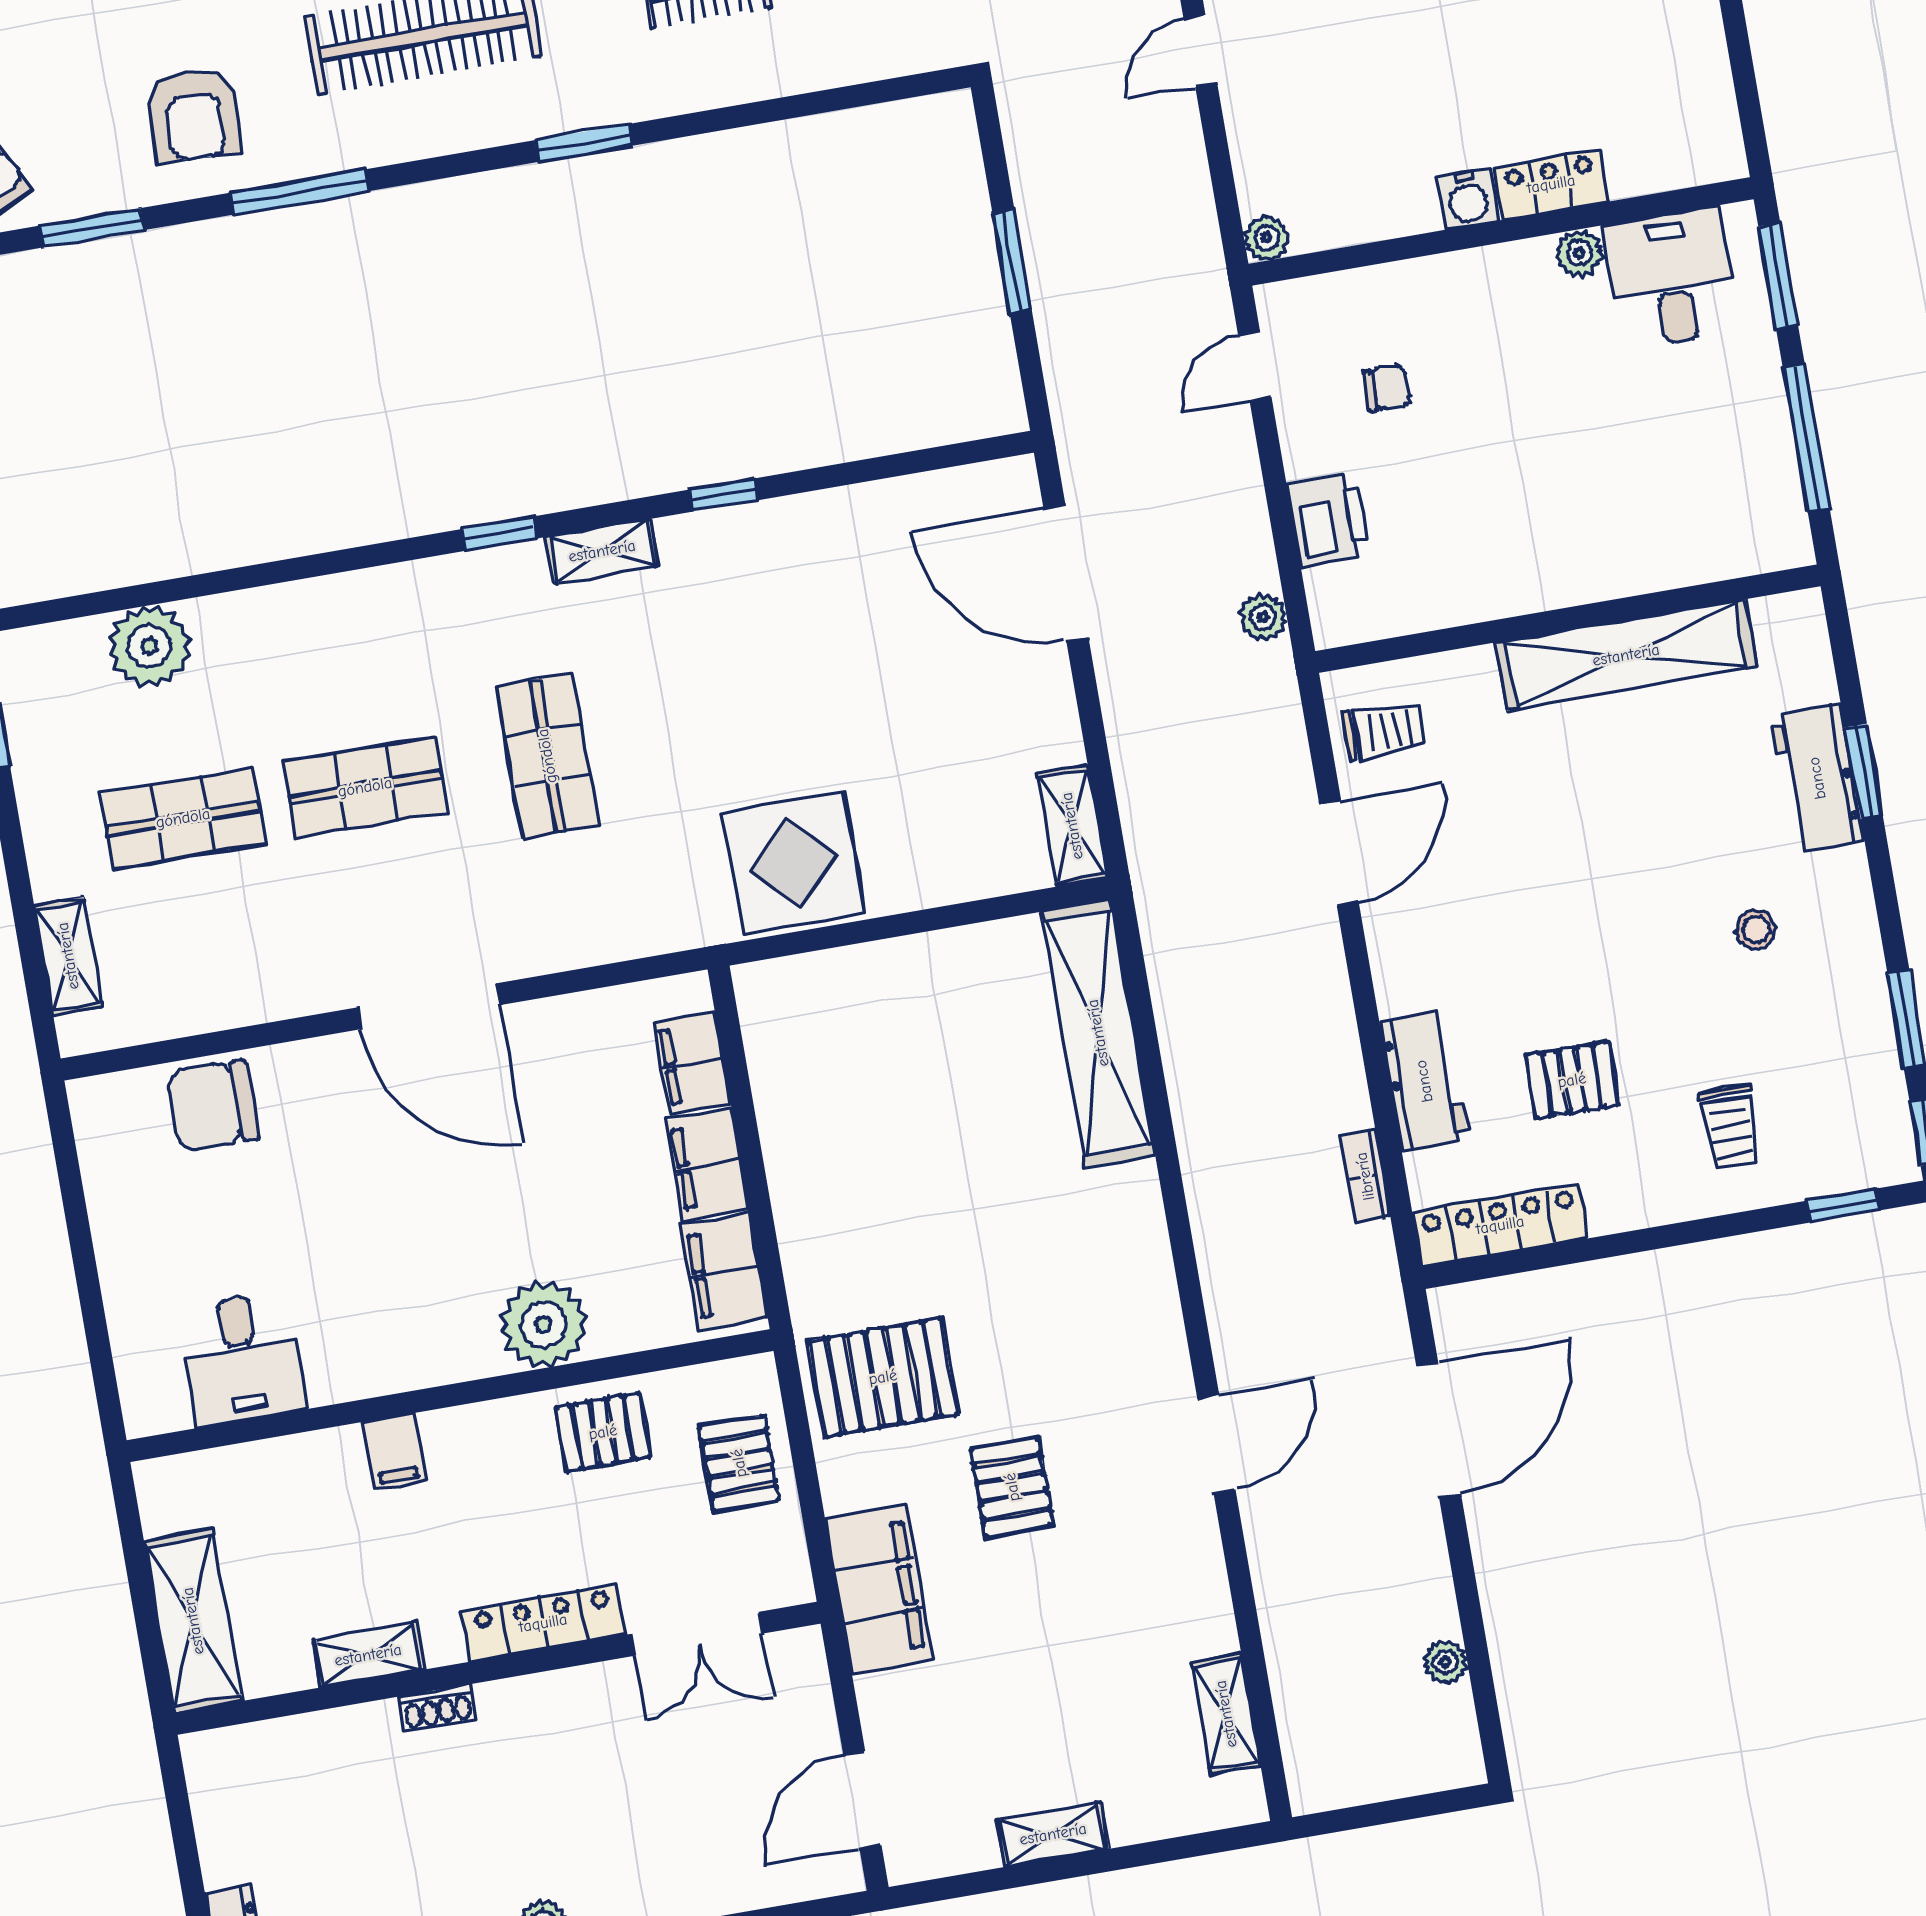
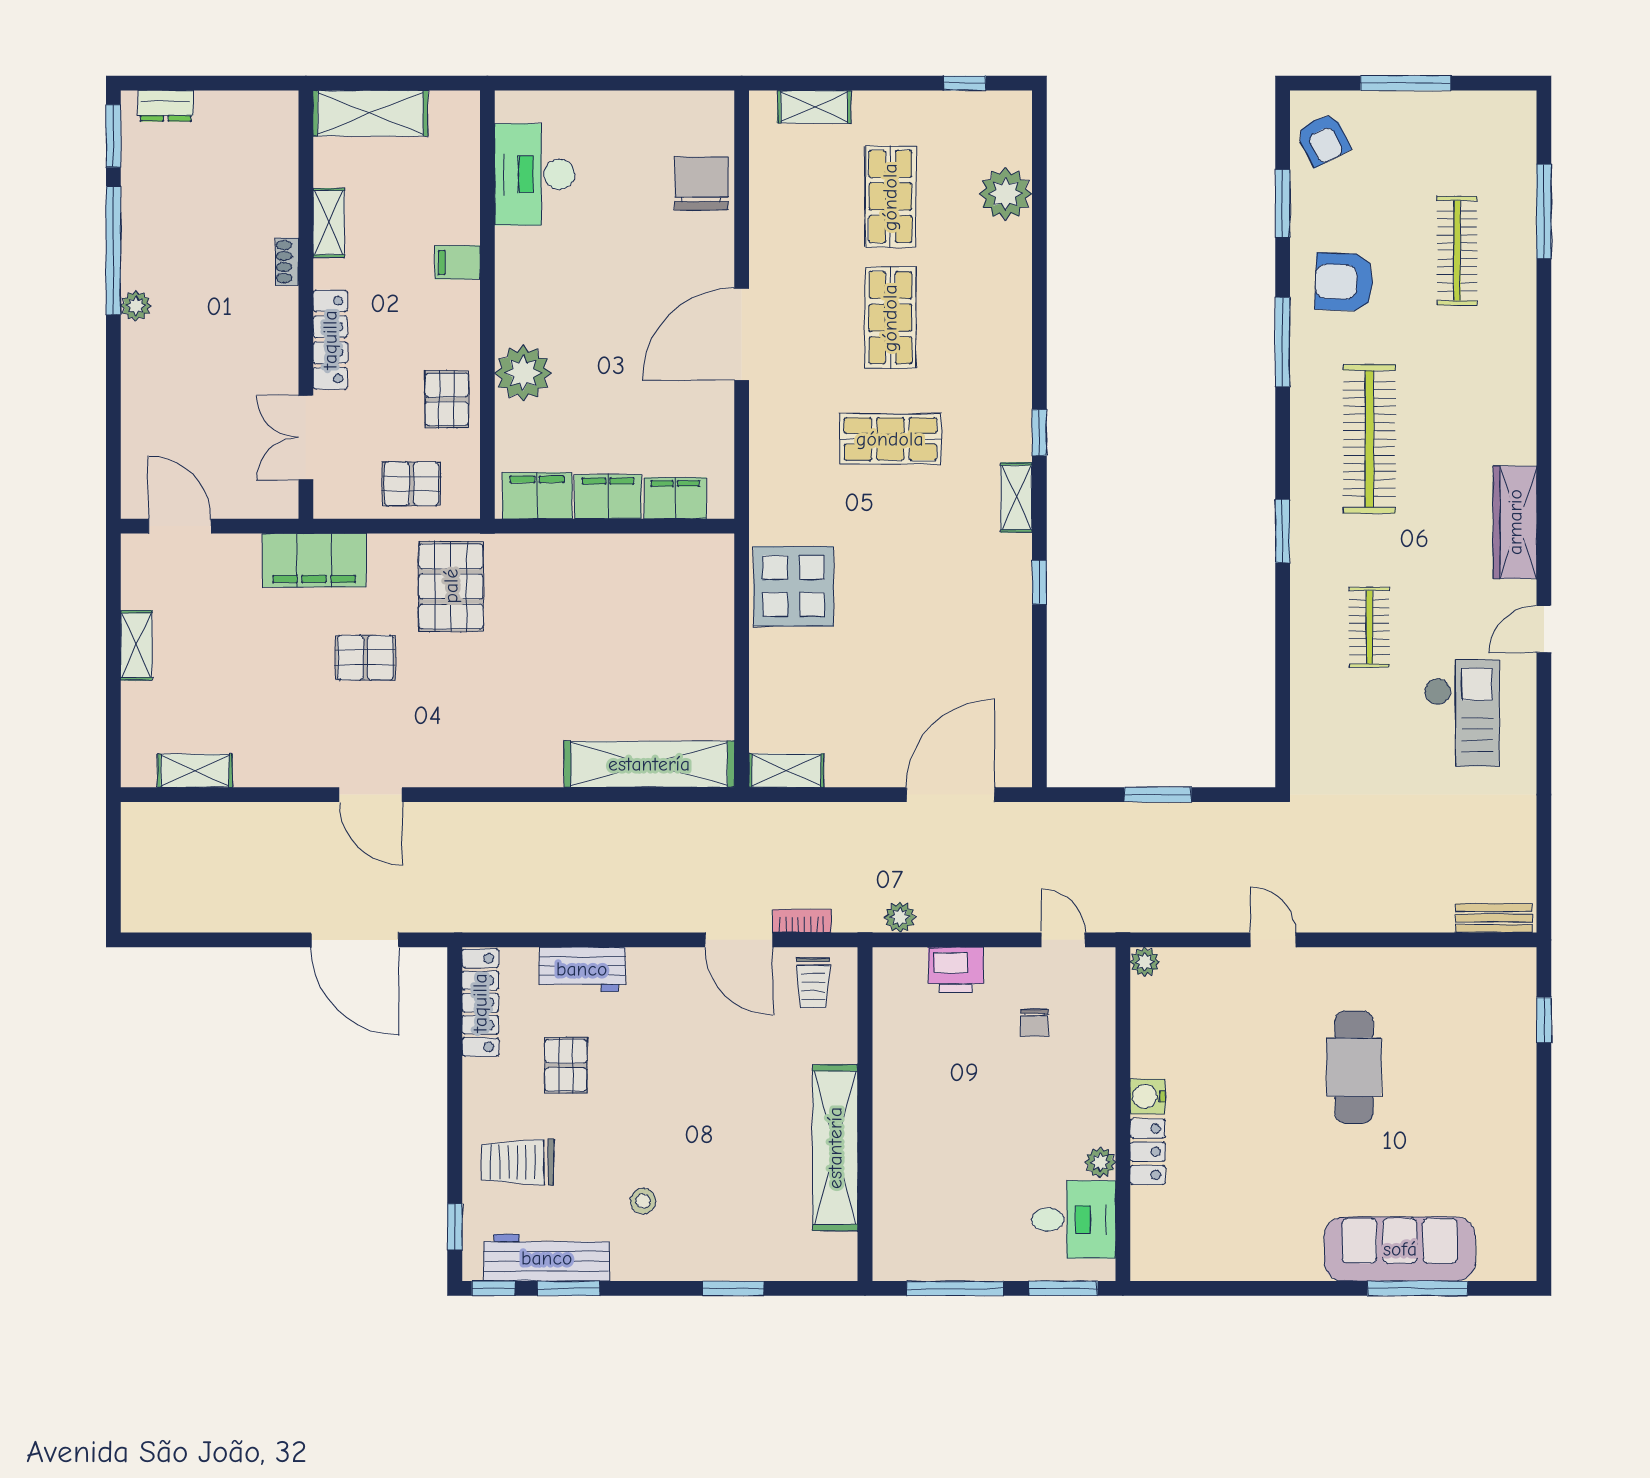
workbench: (1817, 778) -> (547, 1258), moved, width x1.38
trolley: (1730, 1128) -> (518, 1162), width x1.36, depth x1.39
bookcase: (1365, 1176) -> (802, 921), moved
desk: (242, 1358) -> (535, 174), width x1.37
plant: (1445, 1662) -> (204, 918), removed

